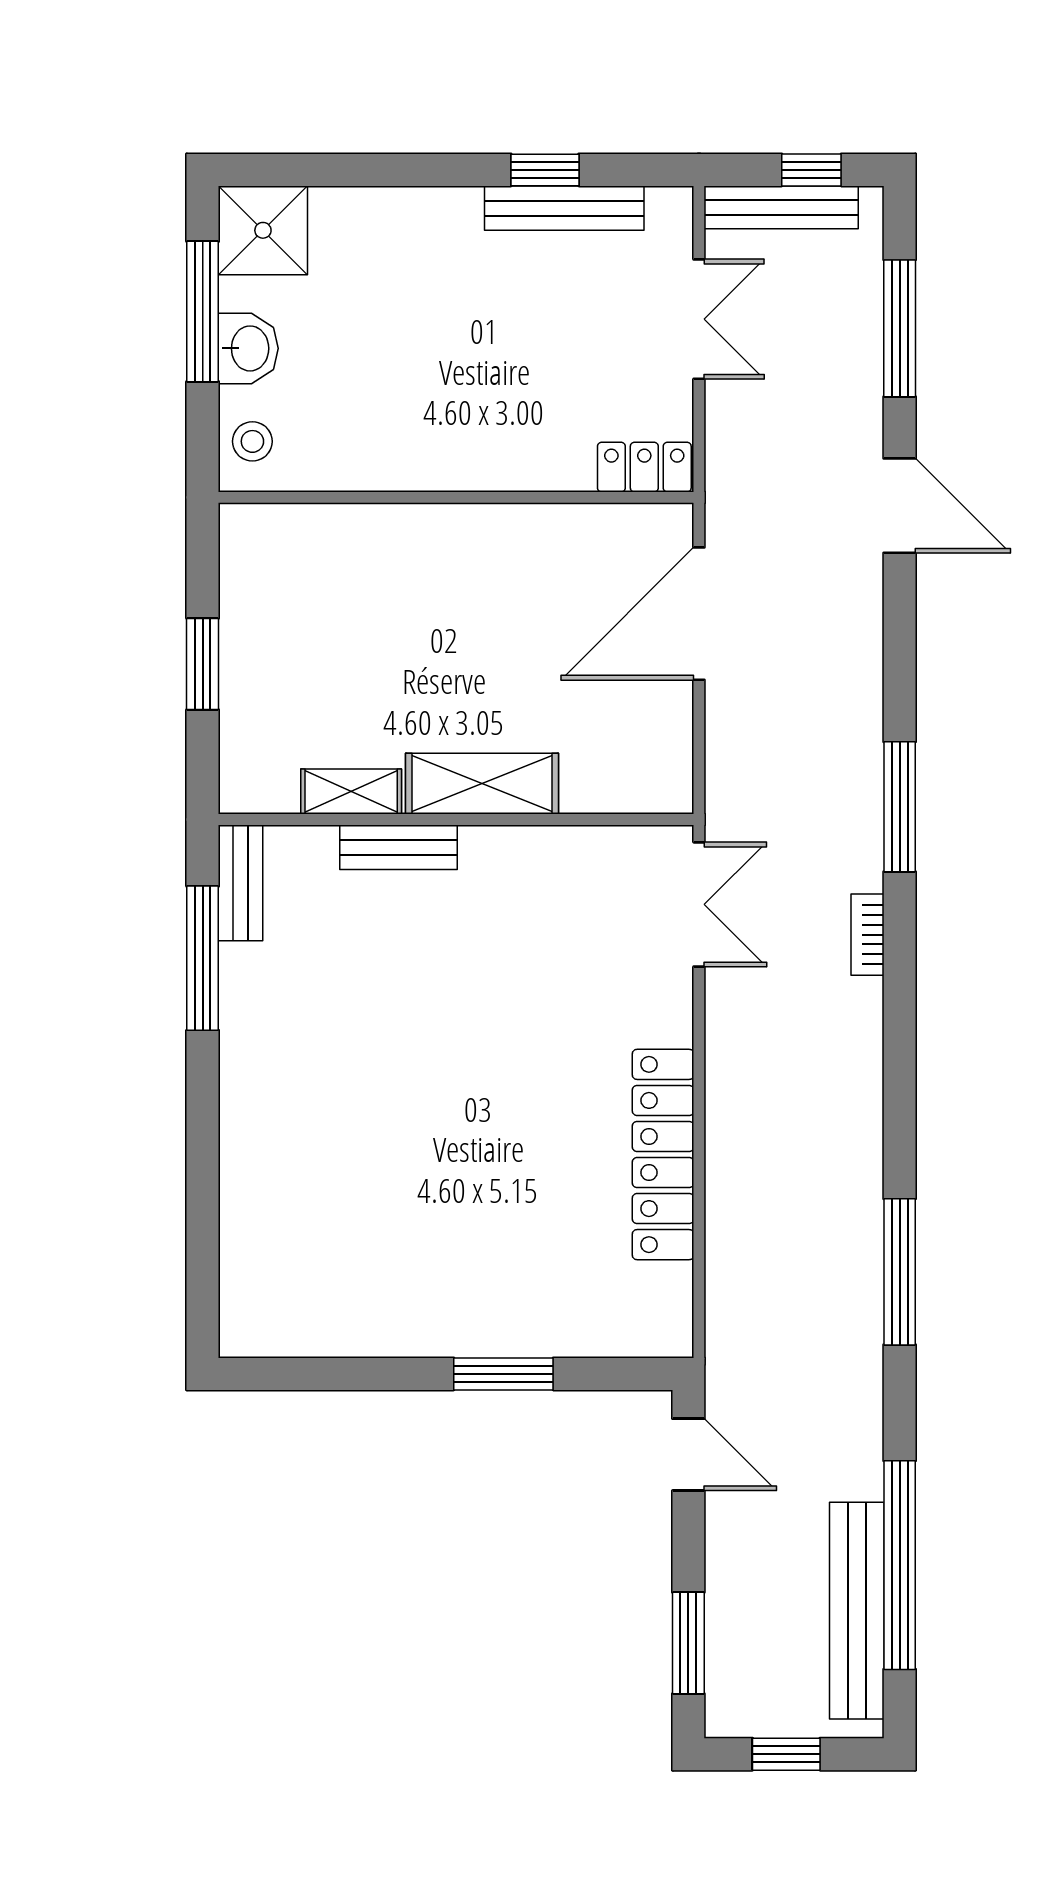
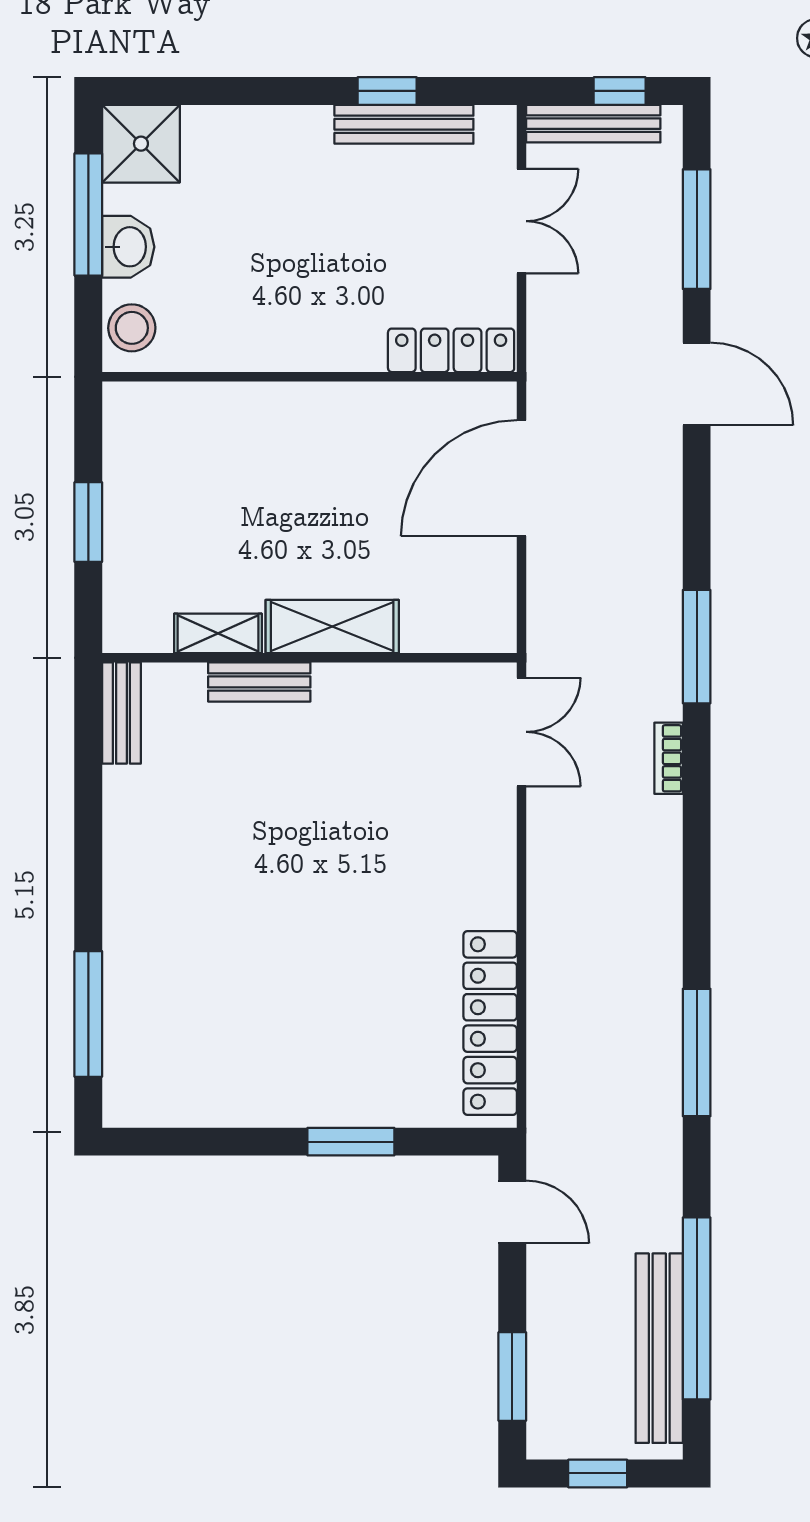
stool: (252, 441) -> (132, 328), width x1.37, depth x1.37
locker: (644, 467) -> (451, 350), width x1.53
window: (203, 958) -> (88, 1014), moved
locker: (663, 1155) -> (490, 1023), moved

